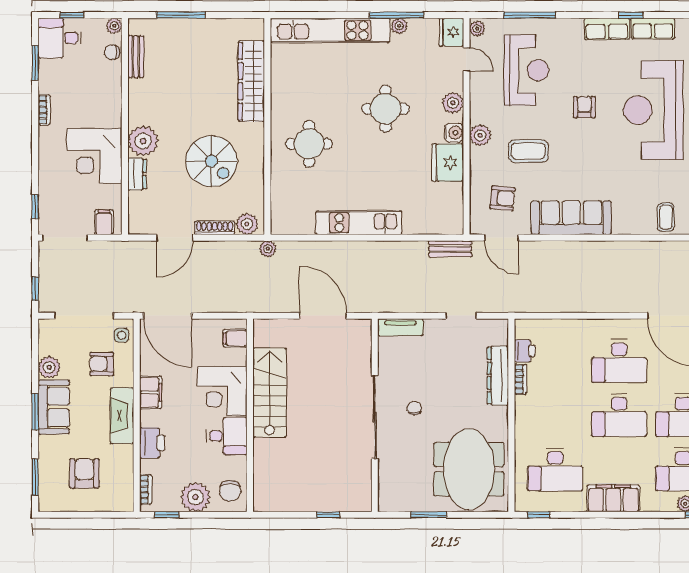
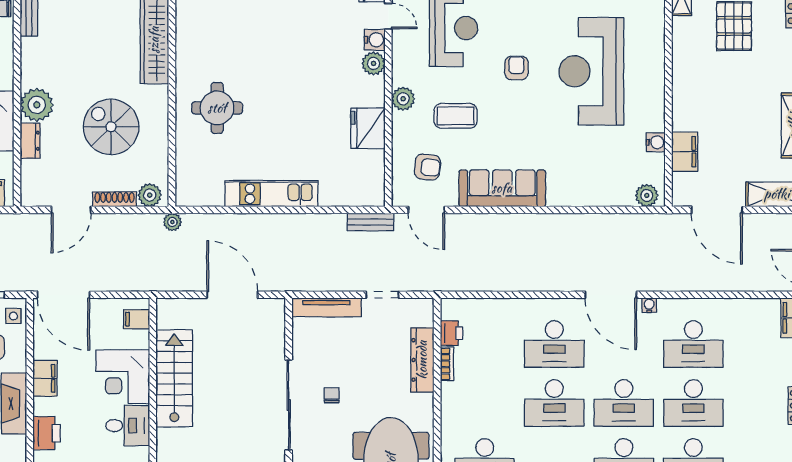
round table: (385, 109) -> (300, 70), removed
water cooler: (454, 133) -> (375, 40), moved
spiral stairs: (211, 161) -> (111, 127), turned 180
coffee table: (666, 217) -> (605, 188), removed
tv unit: (400, 327) -> (327, 307), width x1.41

